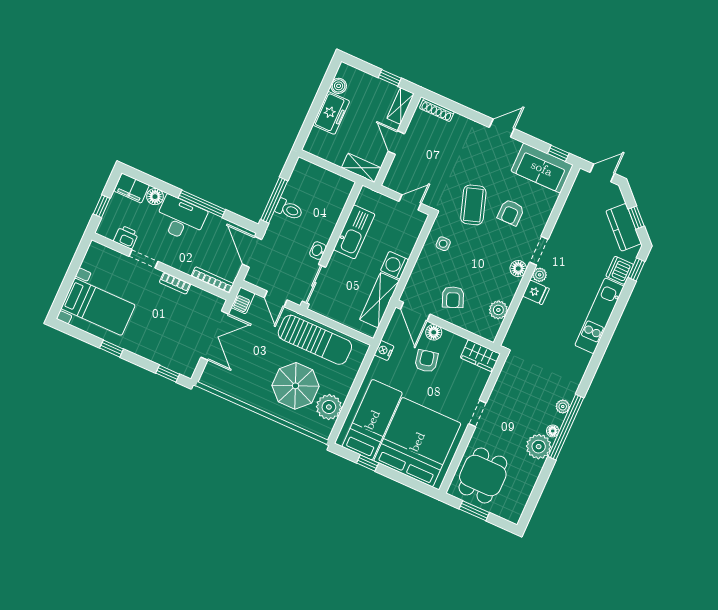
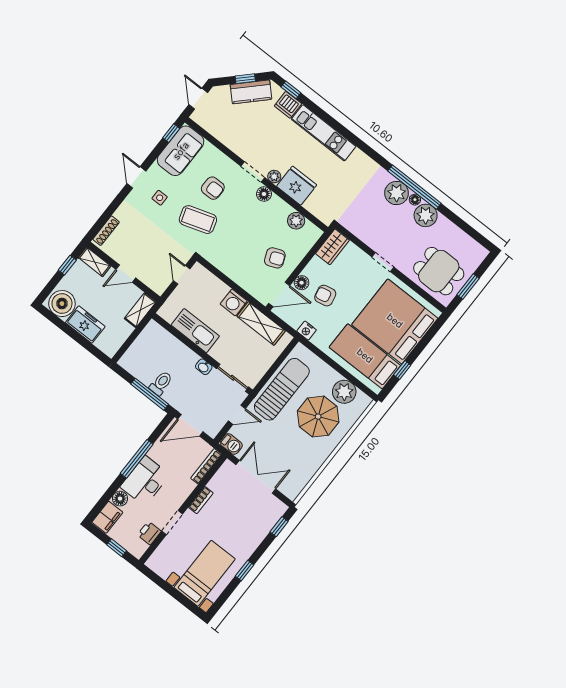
boiler: (339, 86) -> (62, 304), width x1.86, depth x1.86
side table: (443, 244) -> (160, 198), moved
fridge: (536, 292) -> (297, 186), width x1.88, depth x1.34
plant: (563, 407) -> (397, 193), width x1.87, depth x1.87

